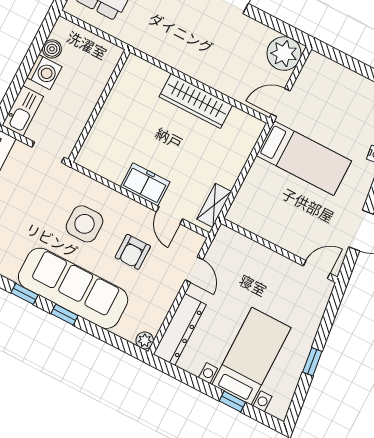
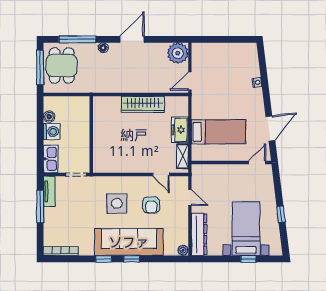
bed: (304, 158) -> (218, 132), moved
freezer: (145, 184) -> (180, 130), moved, turned -90

